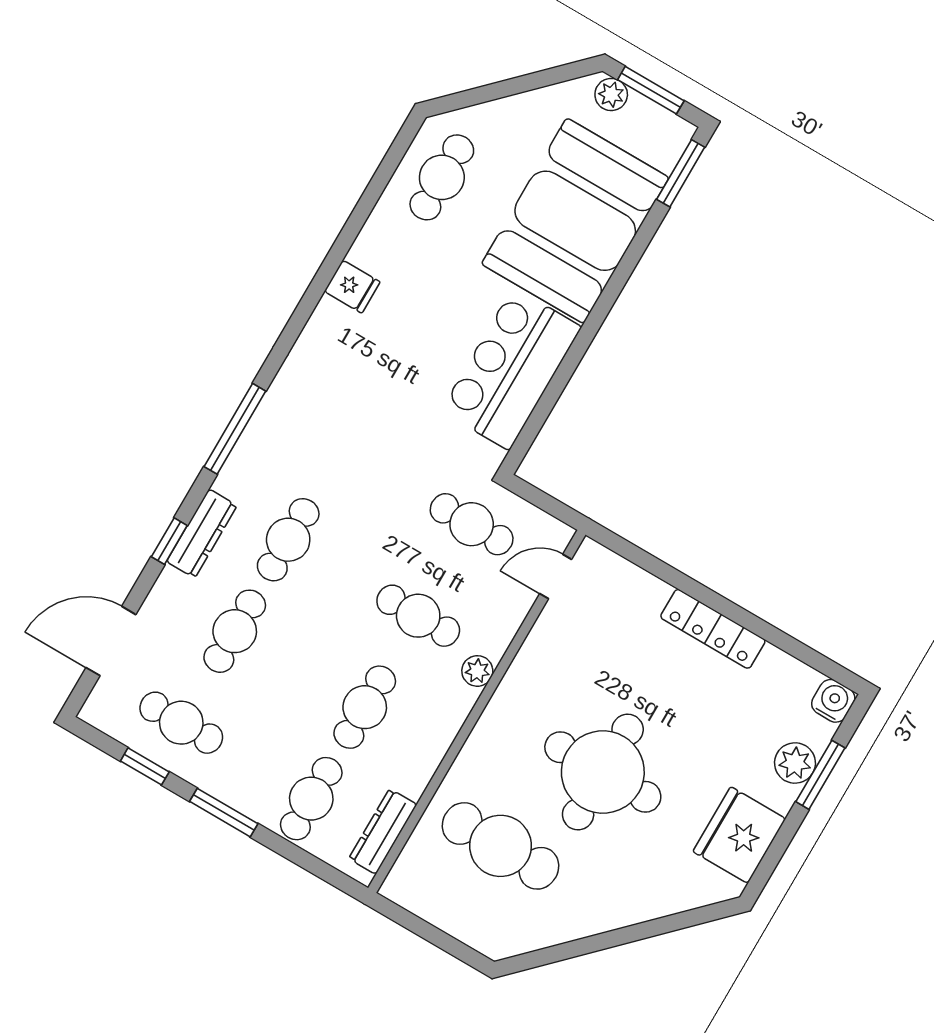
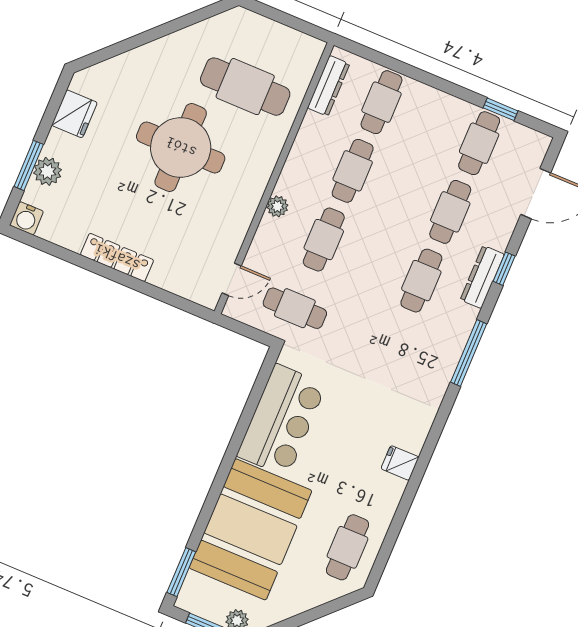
cafe table: (418, 616) -> (324, 240), turned 90
cafe table: (181, 723) -> (479, 143), turned 90
window: (224, 813) -> (441, 84), removed
fridge: (739, 835) -> (74, 114), width x0.73, depth x0.75

